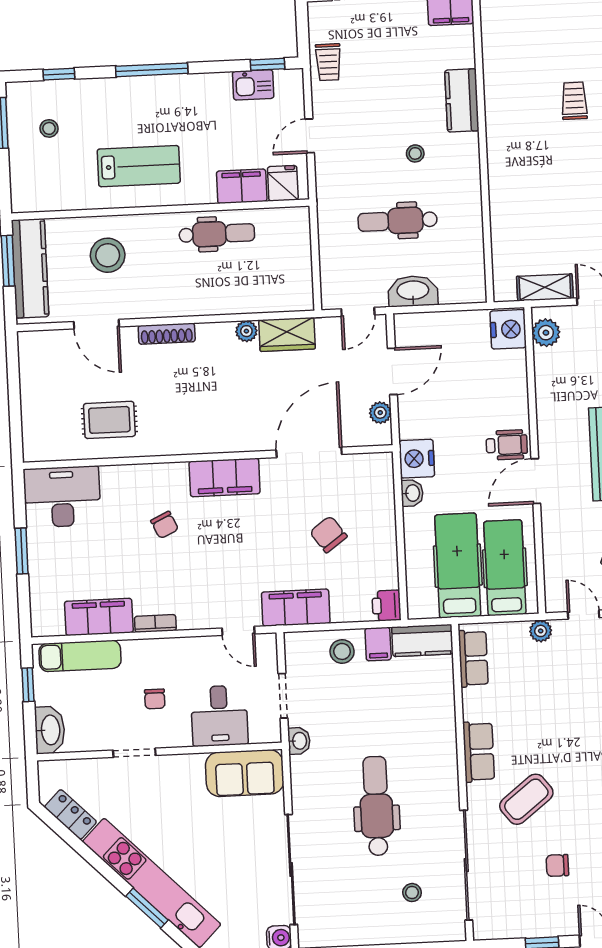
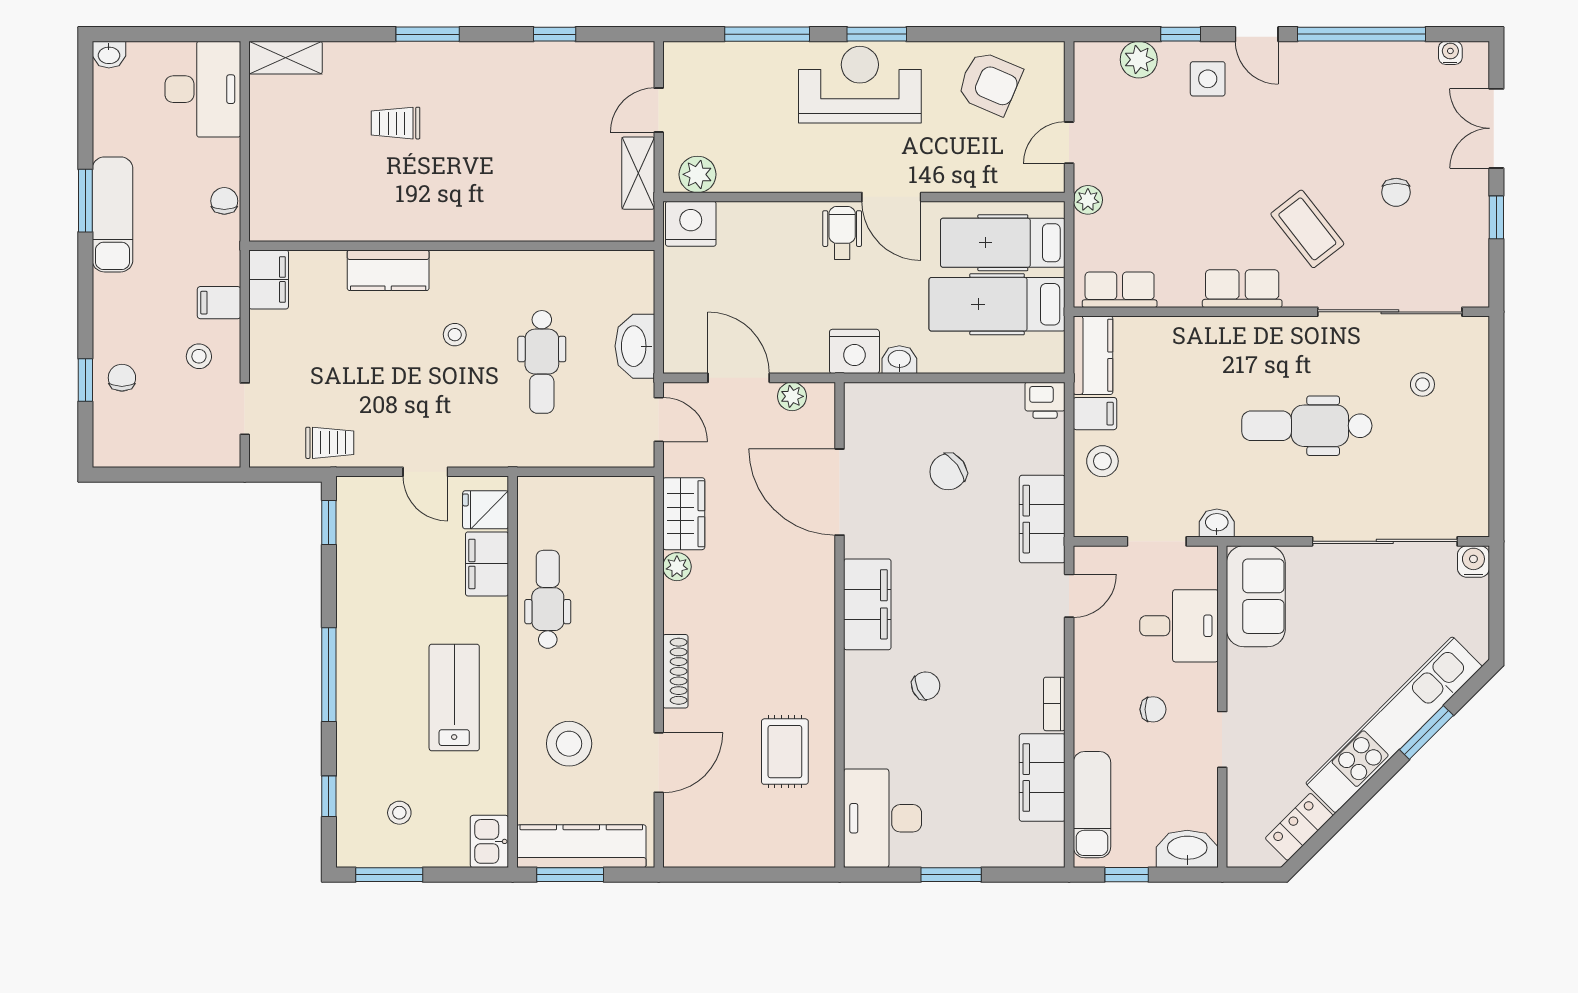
kitchen sink: (253, 85) -> (489, 841), moved, turned 180

